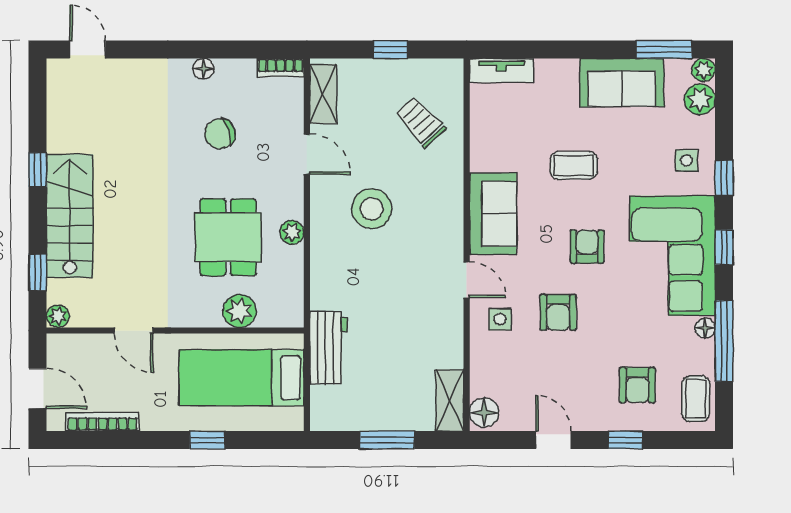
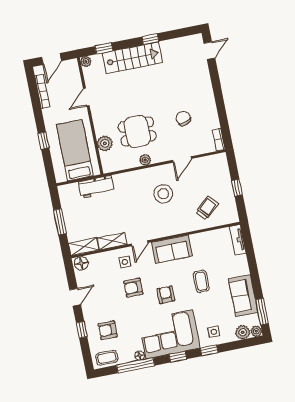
floor lamp: (203, 69) -> (211, 105), removed
shelving: (323, 94) -> (112, 241), moved
armchair: (587, 247) -> (166, 295), turned -90

